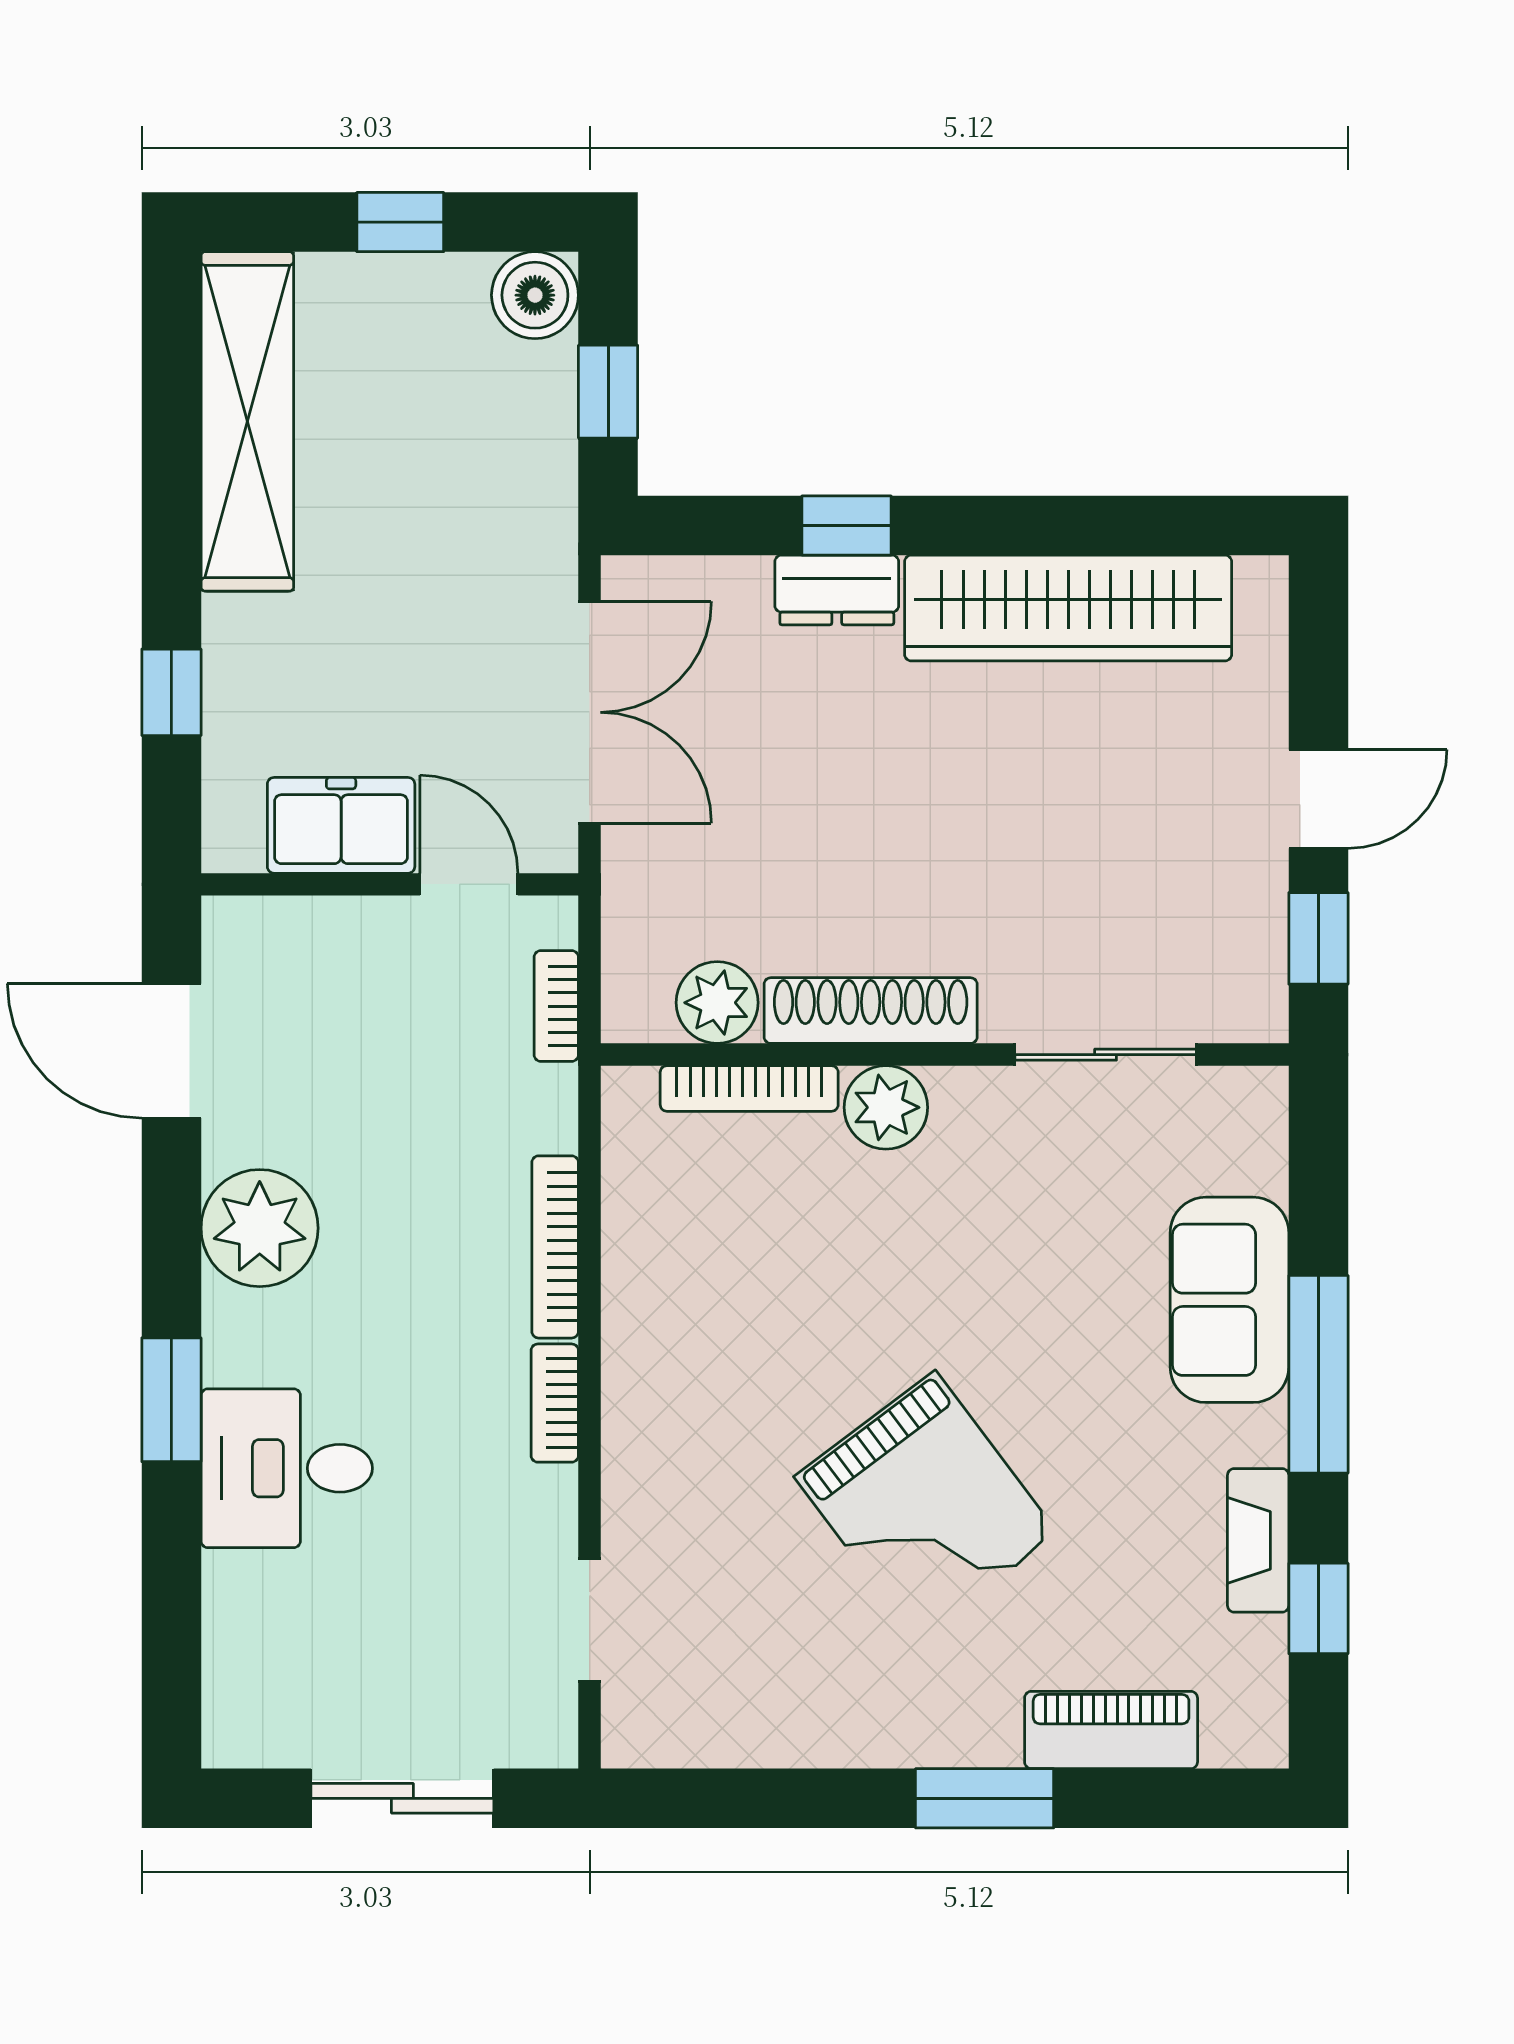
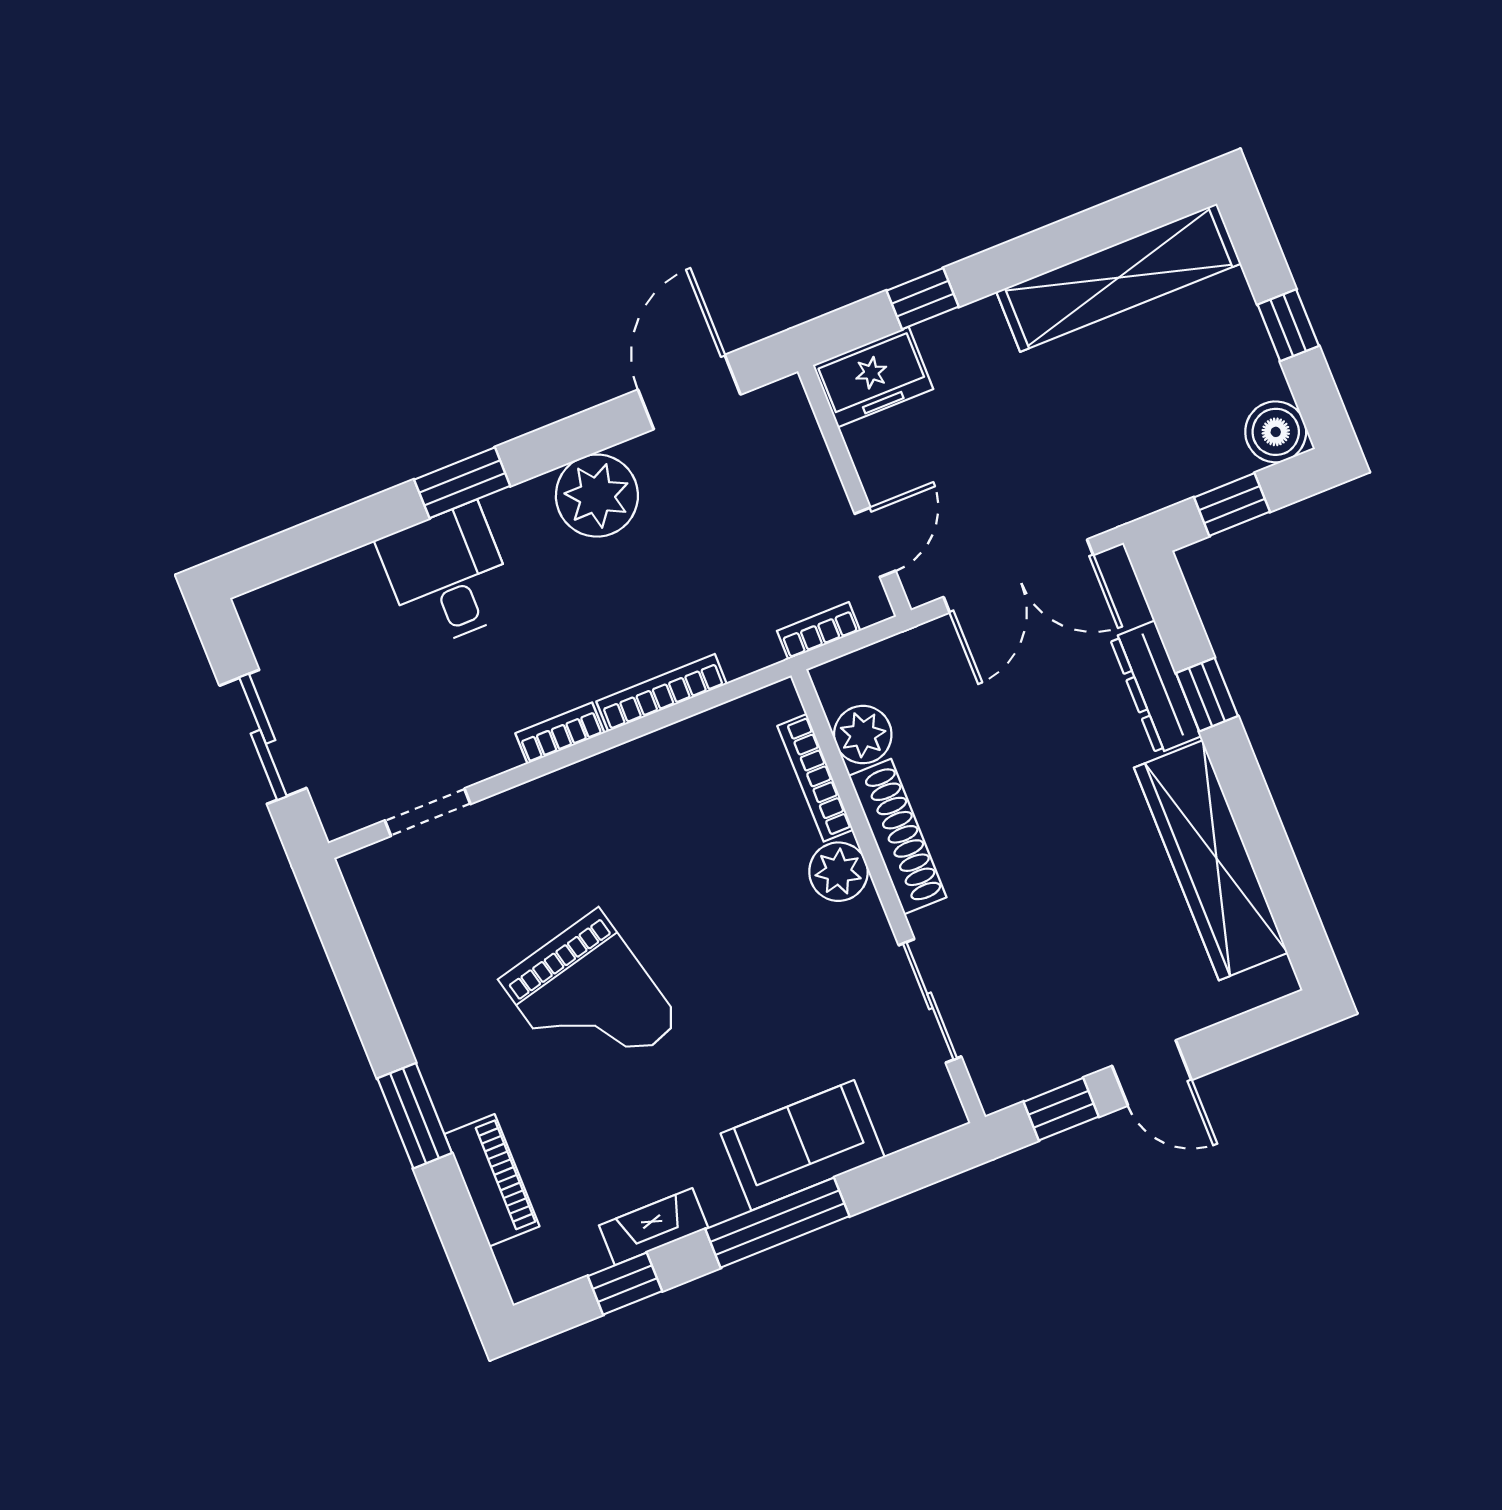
dresser: (837, 590) -> (1155, 687), width x1.44
freezer: (341, 825) -> (873, 377), moved, turned 90
grand piano: (926, 1505) -> (590, 1001), turned -67

